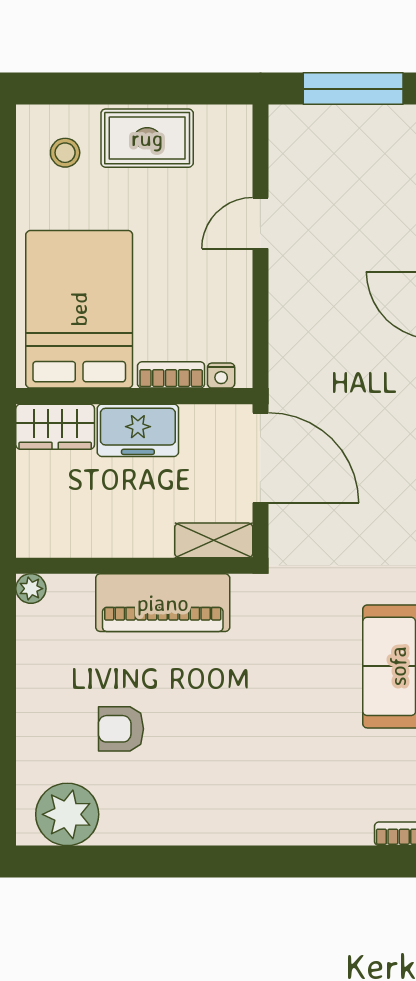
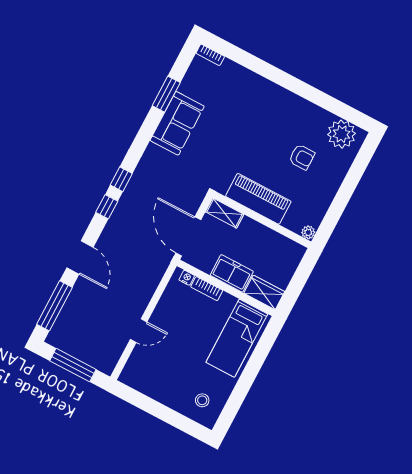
rug: (147, 138) -> (166, 389), removed
bed: (79, 309) -> (237, 338), width x0.67

